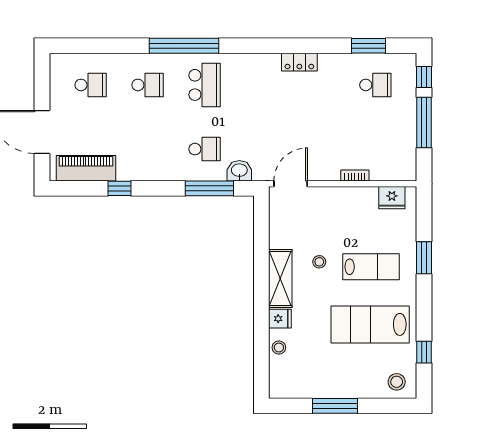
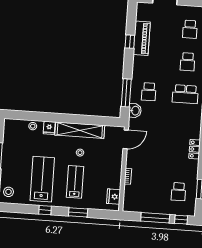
piano: (86, 168) -> (142, 38), moved
door: (291, 184) -> (126, 139), hinge flipped
lab bench: (371, 267) -> (75, 182), turned 180
shelving: (280, 279) -> (80, 130), width x1.47
window: (424, 352) -> (45, 210), moved

